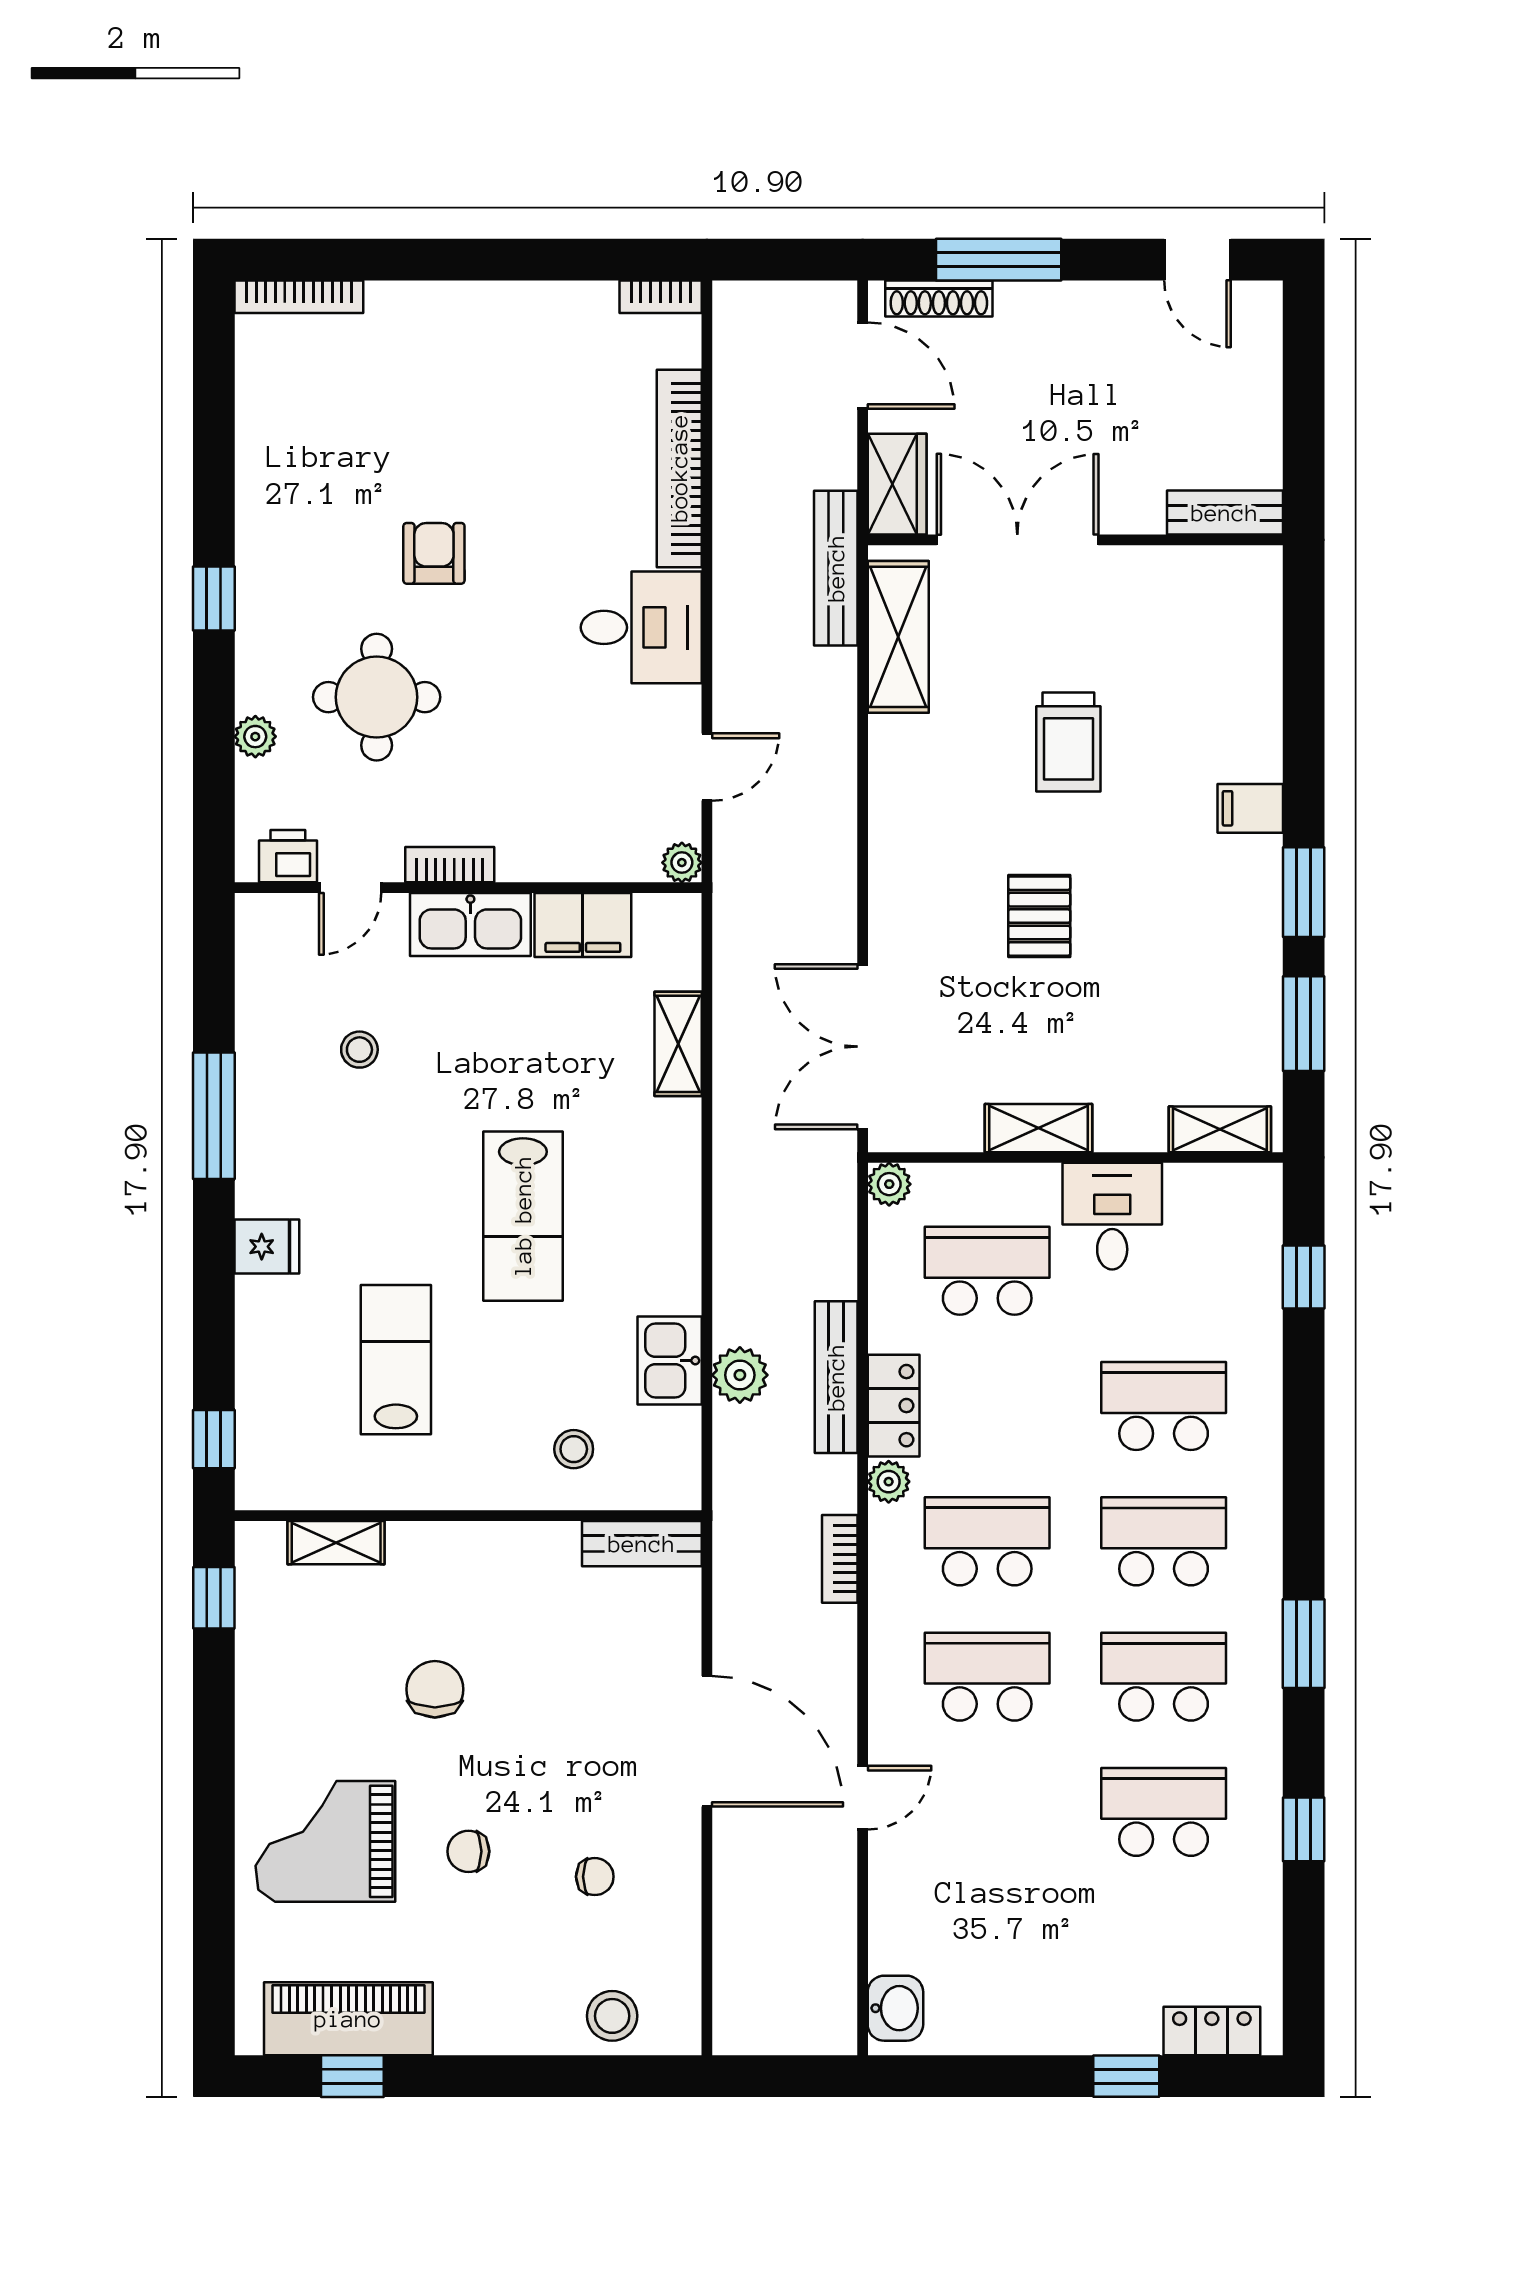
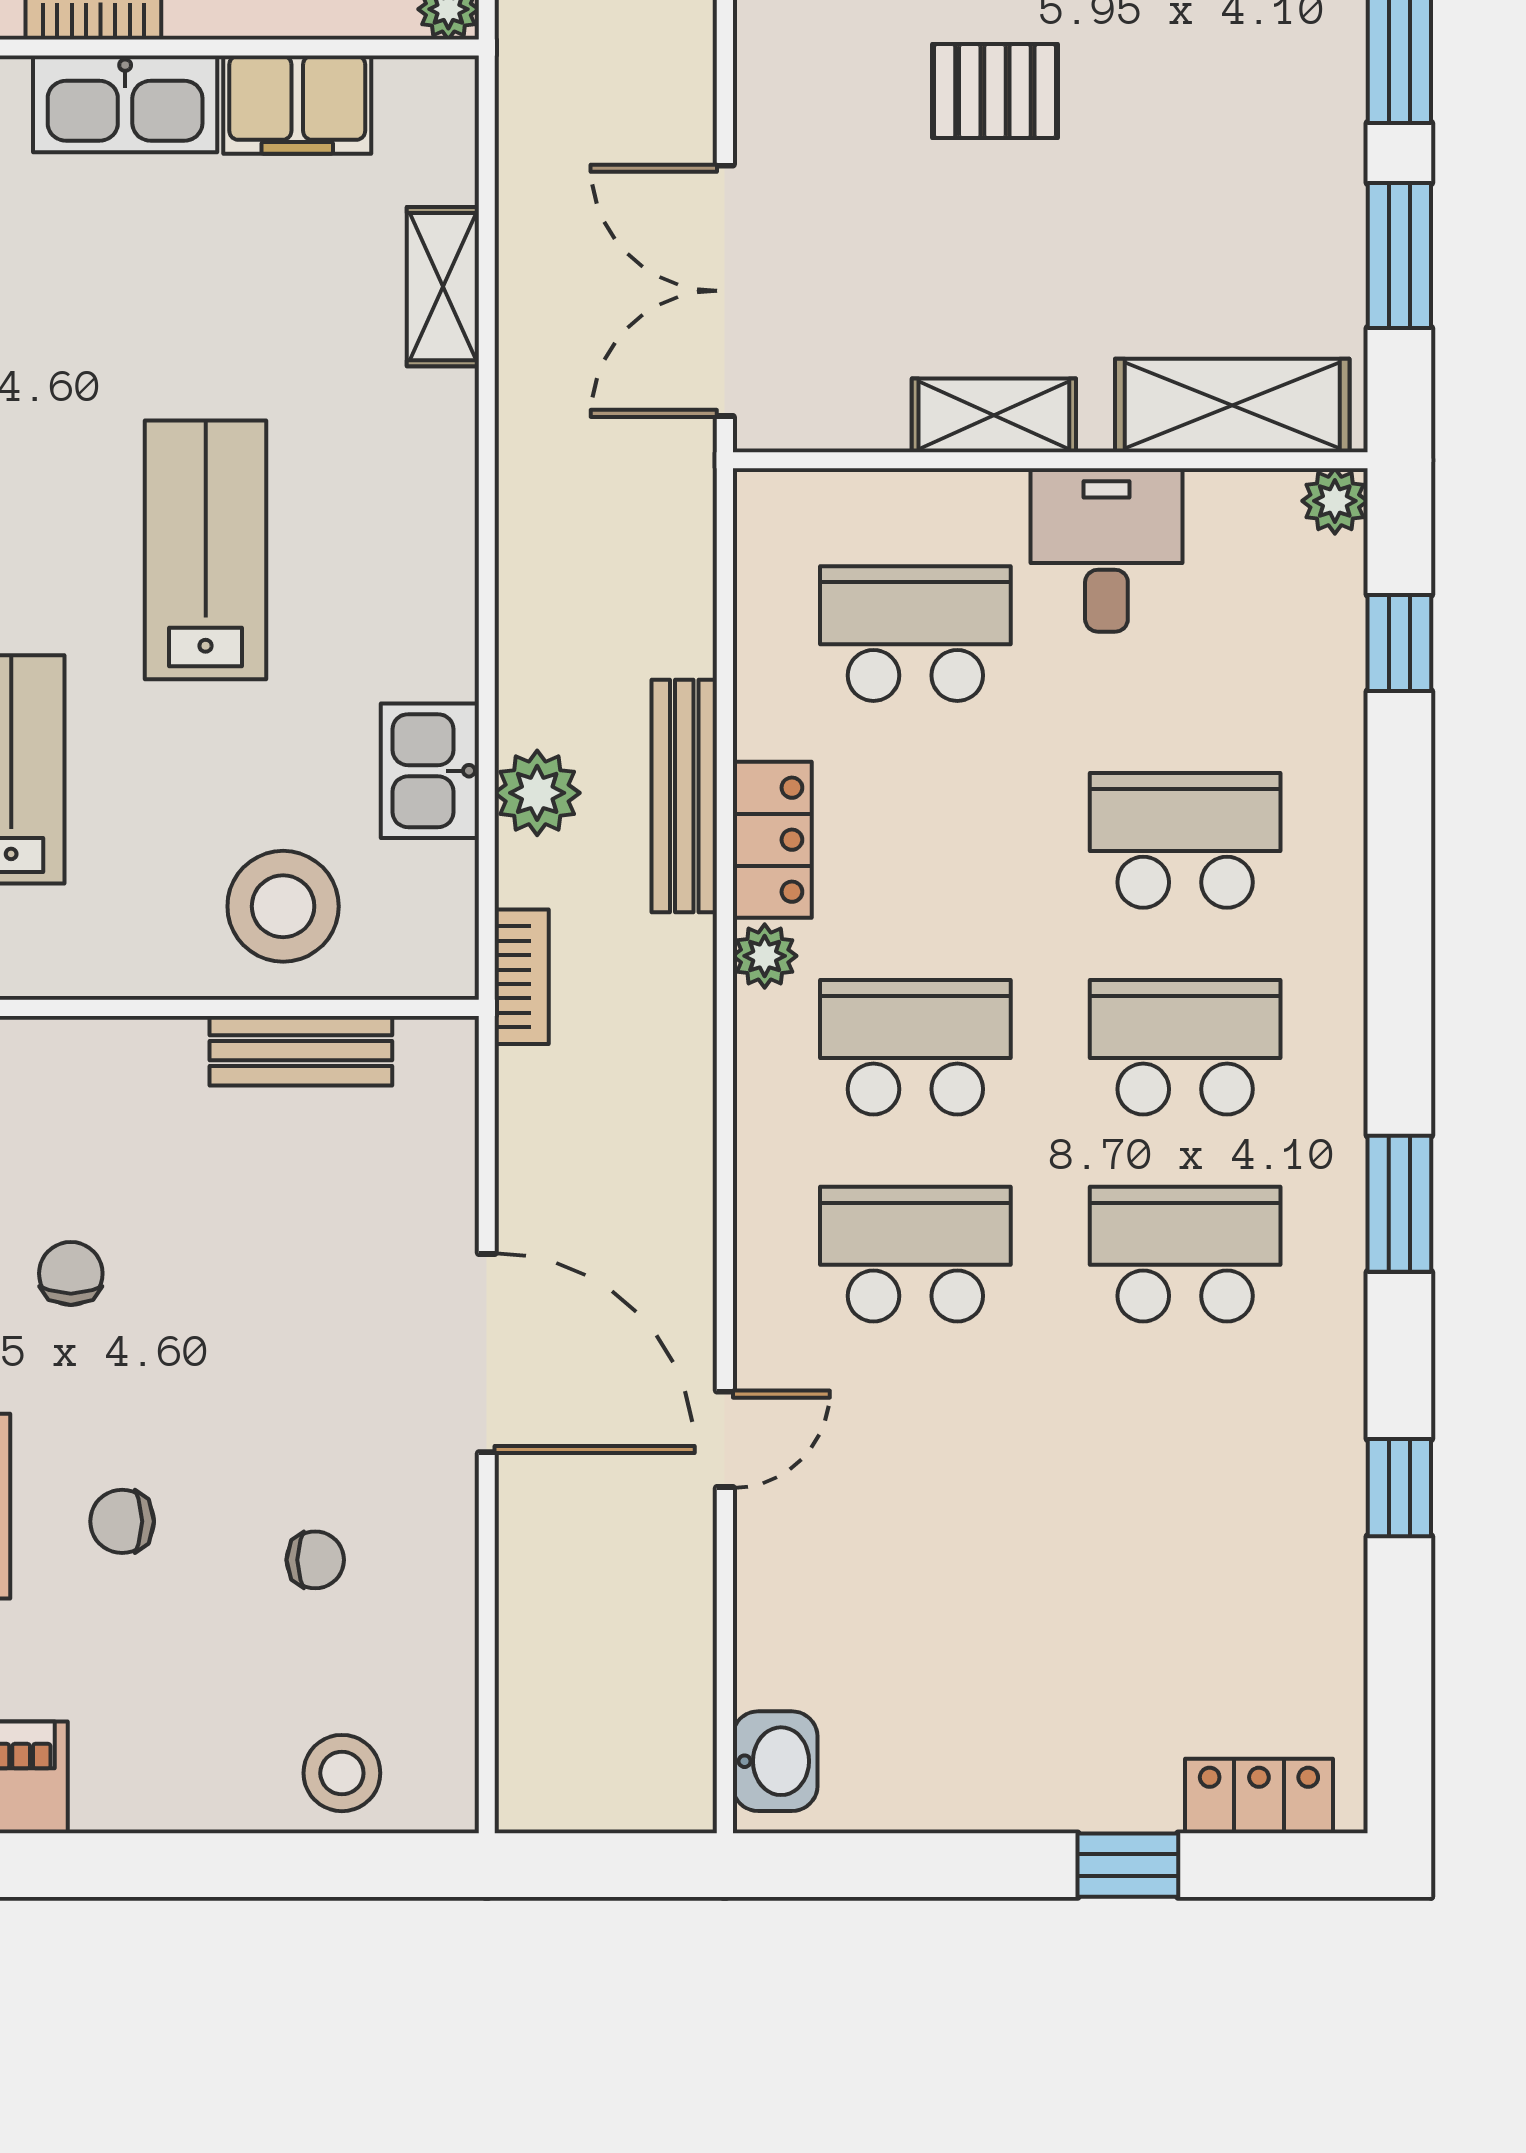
pallet: (1039, 916) -> (995, 91), turned 90
shelving: (1220, 1129) -> (1232, 405), width x1.50, depth x1.33
plant: (889, 1184) -> (1335, 501), moved
lab bench: (523, 1216) -> (206, 550), turned 180
stool: (574, 1449) -> (283, 906), width x1.89, depth x1.89
bench: (642, 1544) -> (301, 1051), moved
bookcase: (840, 1559) -> (522, 977), moved, turned 180
chair: (435, 1689) -> (71, 1273), width x0.73, depth x0.73
school desk: (1164, 1812) -> (1185, 1461), removed

